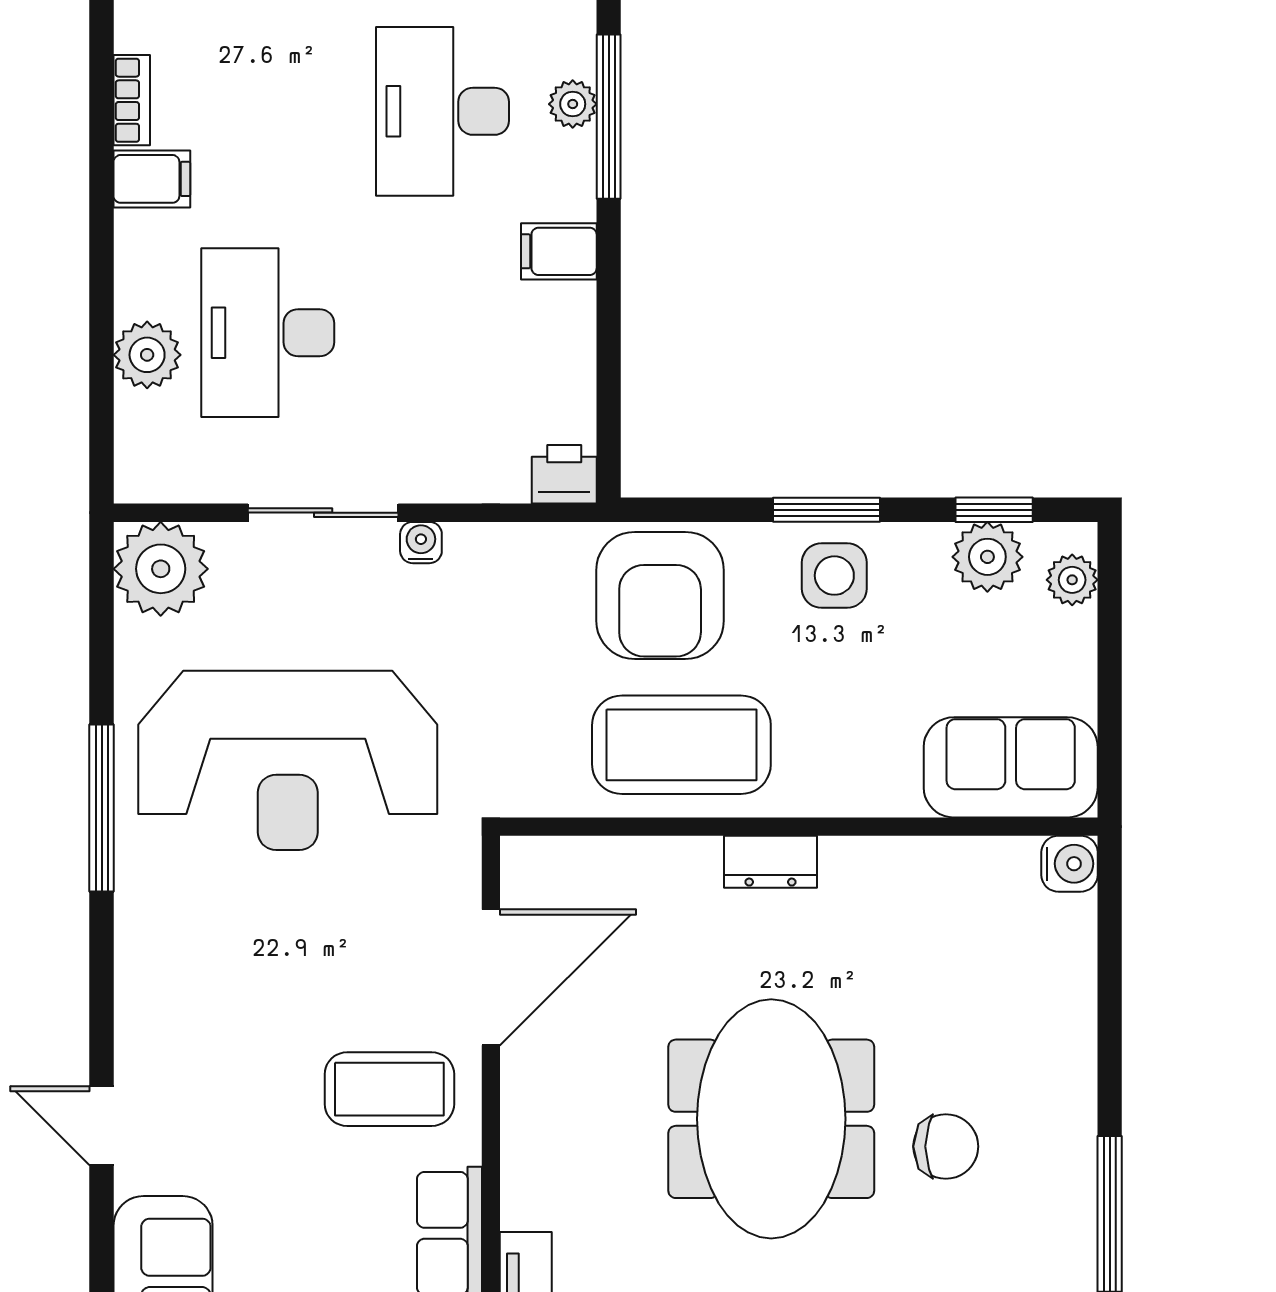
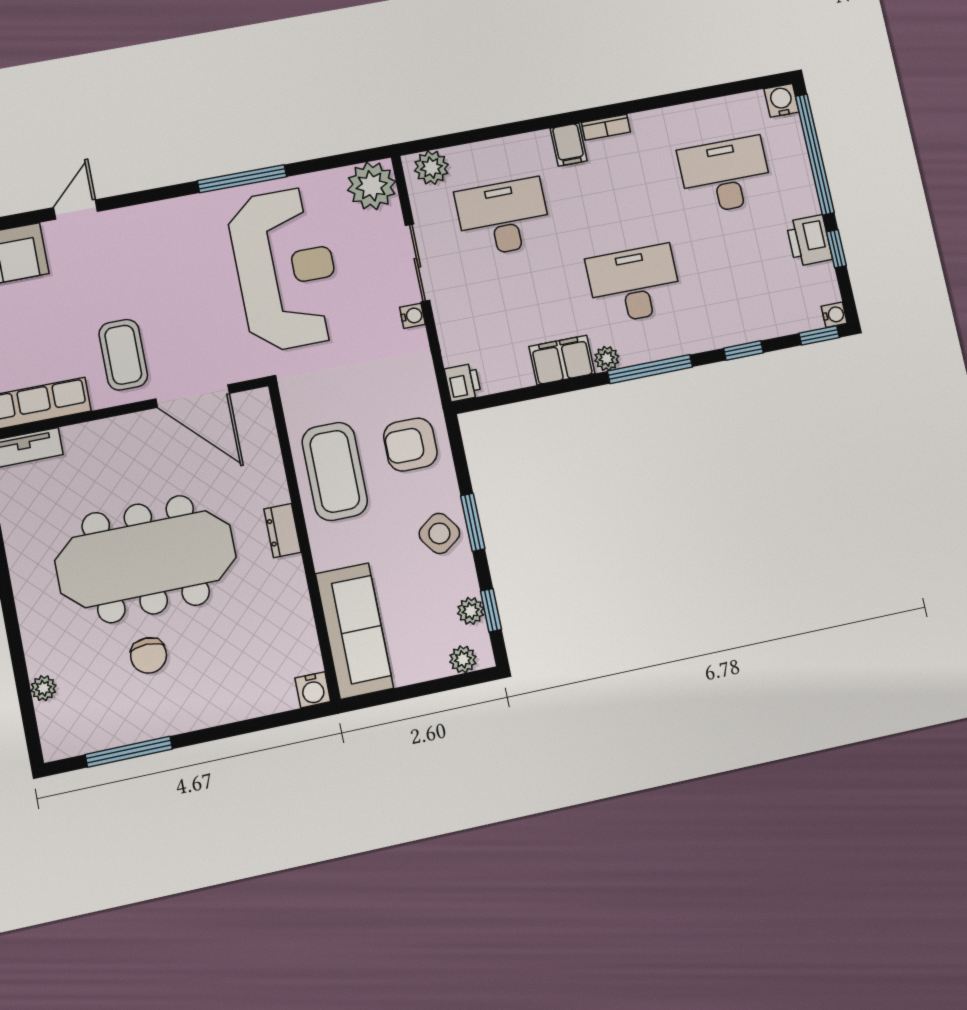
plant: (573, 104) -> (607, 359), moved
filing cabinet: (559, 251) -> (562, 360), width x2.00
plant: (147, 355) -> (431, 168), moved
plant: (987, 557) -> (471, 611), width x0.73, depth x0.73
side table: (834, 576) -> (439, 533), turned -36
armchair: (660, 595) -> (410, 445), width x0.73, depth x0.73
reception desk: (288, 760) -> (286, 269), turned 180
sofa: (1011, 767) -> (354, 631), width x1.36
meeting table: (771, 1119) -> (146, 559), width x1.36

